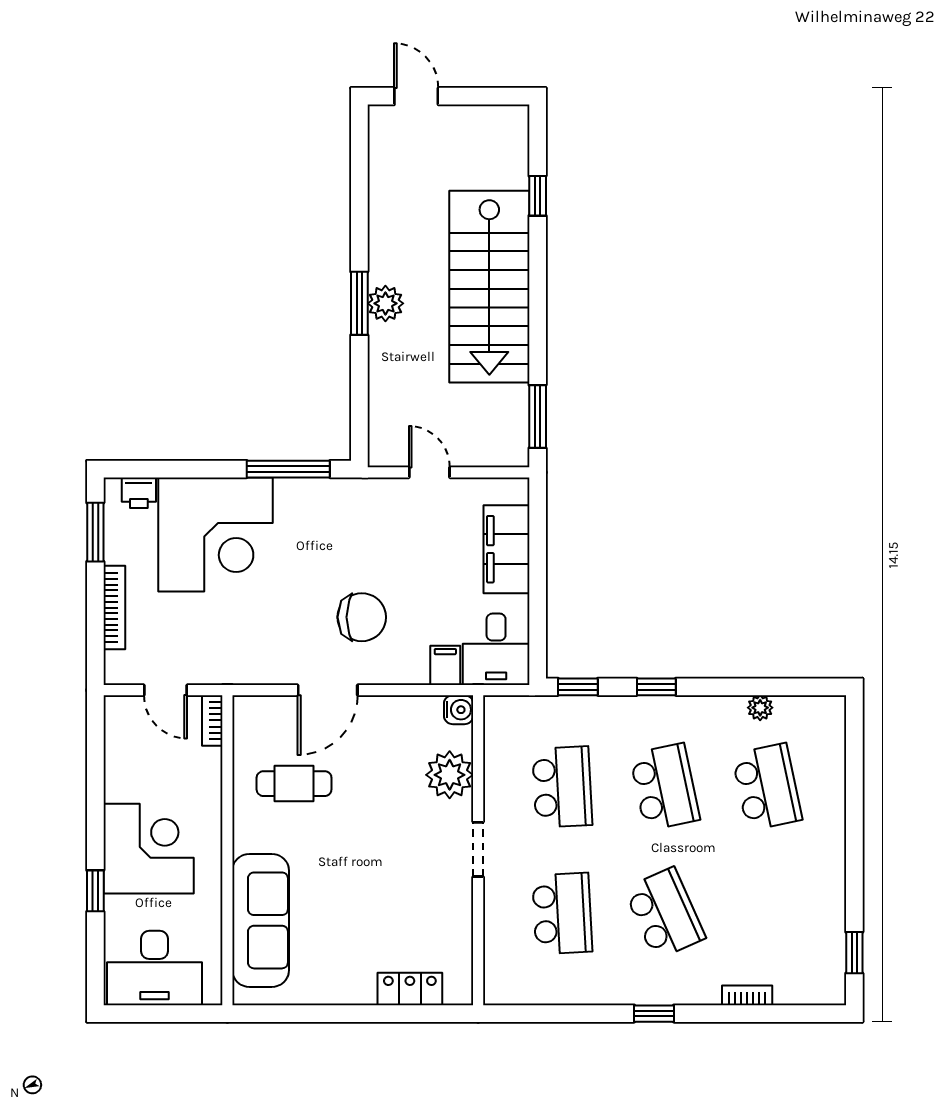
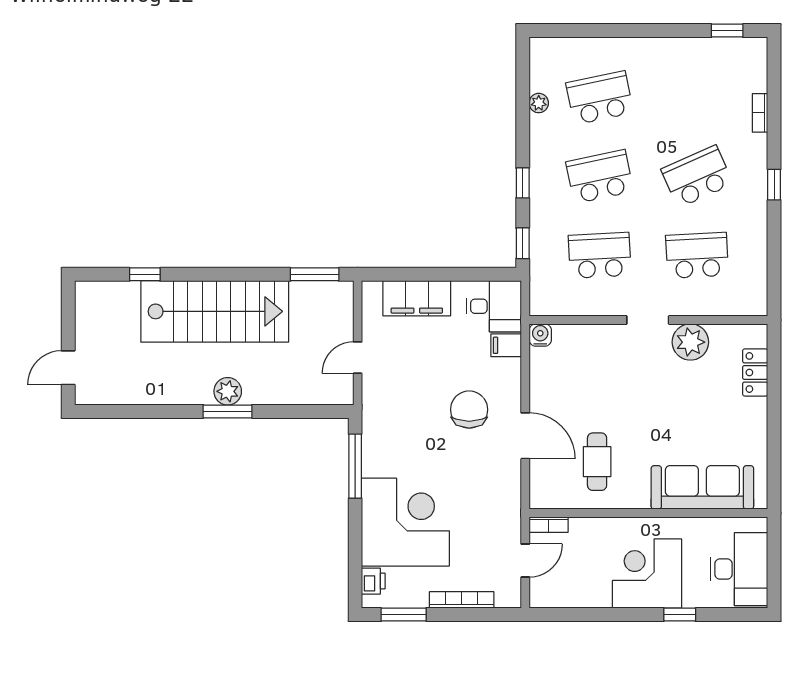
plant: (450, 775) -> (690, 342), moved

